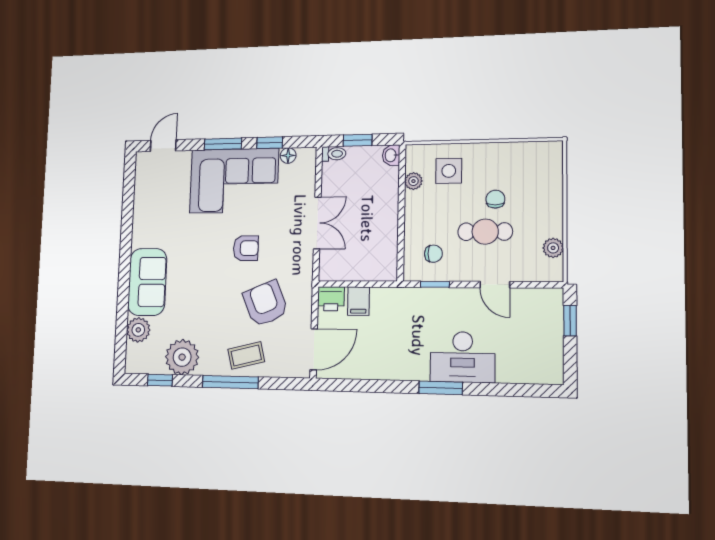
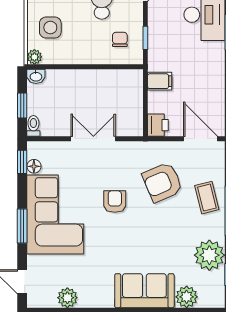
window: (270, 143) -> (22, 162), moved
plant: (413, 181) -> (34, 57), moved
plant: (144, 196) -> (67, 298), added
filing cabinet: (358, 301) -> (160, 81), moved

